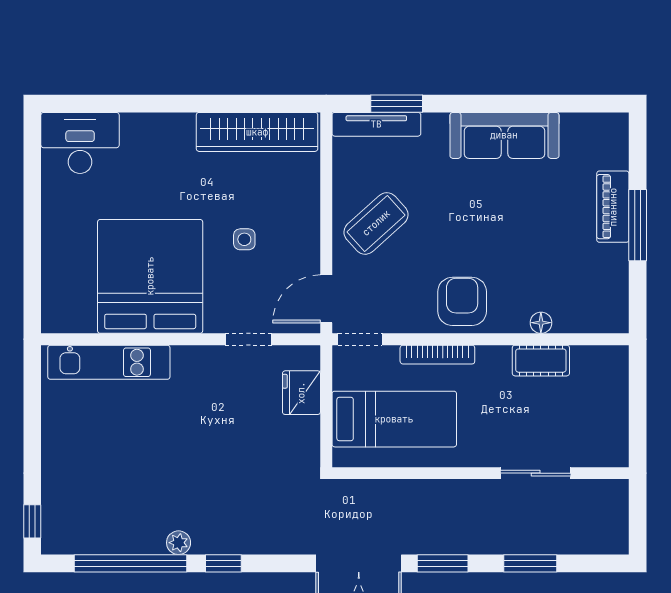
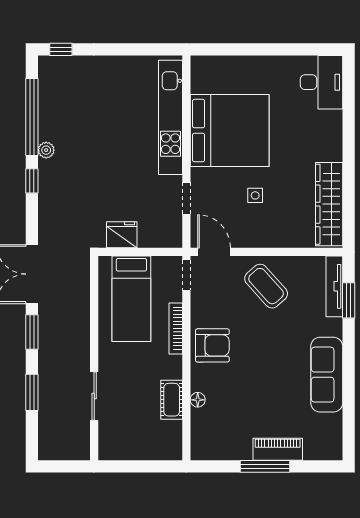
kitchen unit: (109, 362) -> (170, 117), width x1.36
fridge: (301, 393) -> (122, 235), moved

